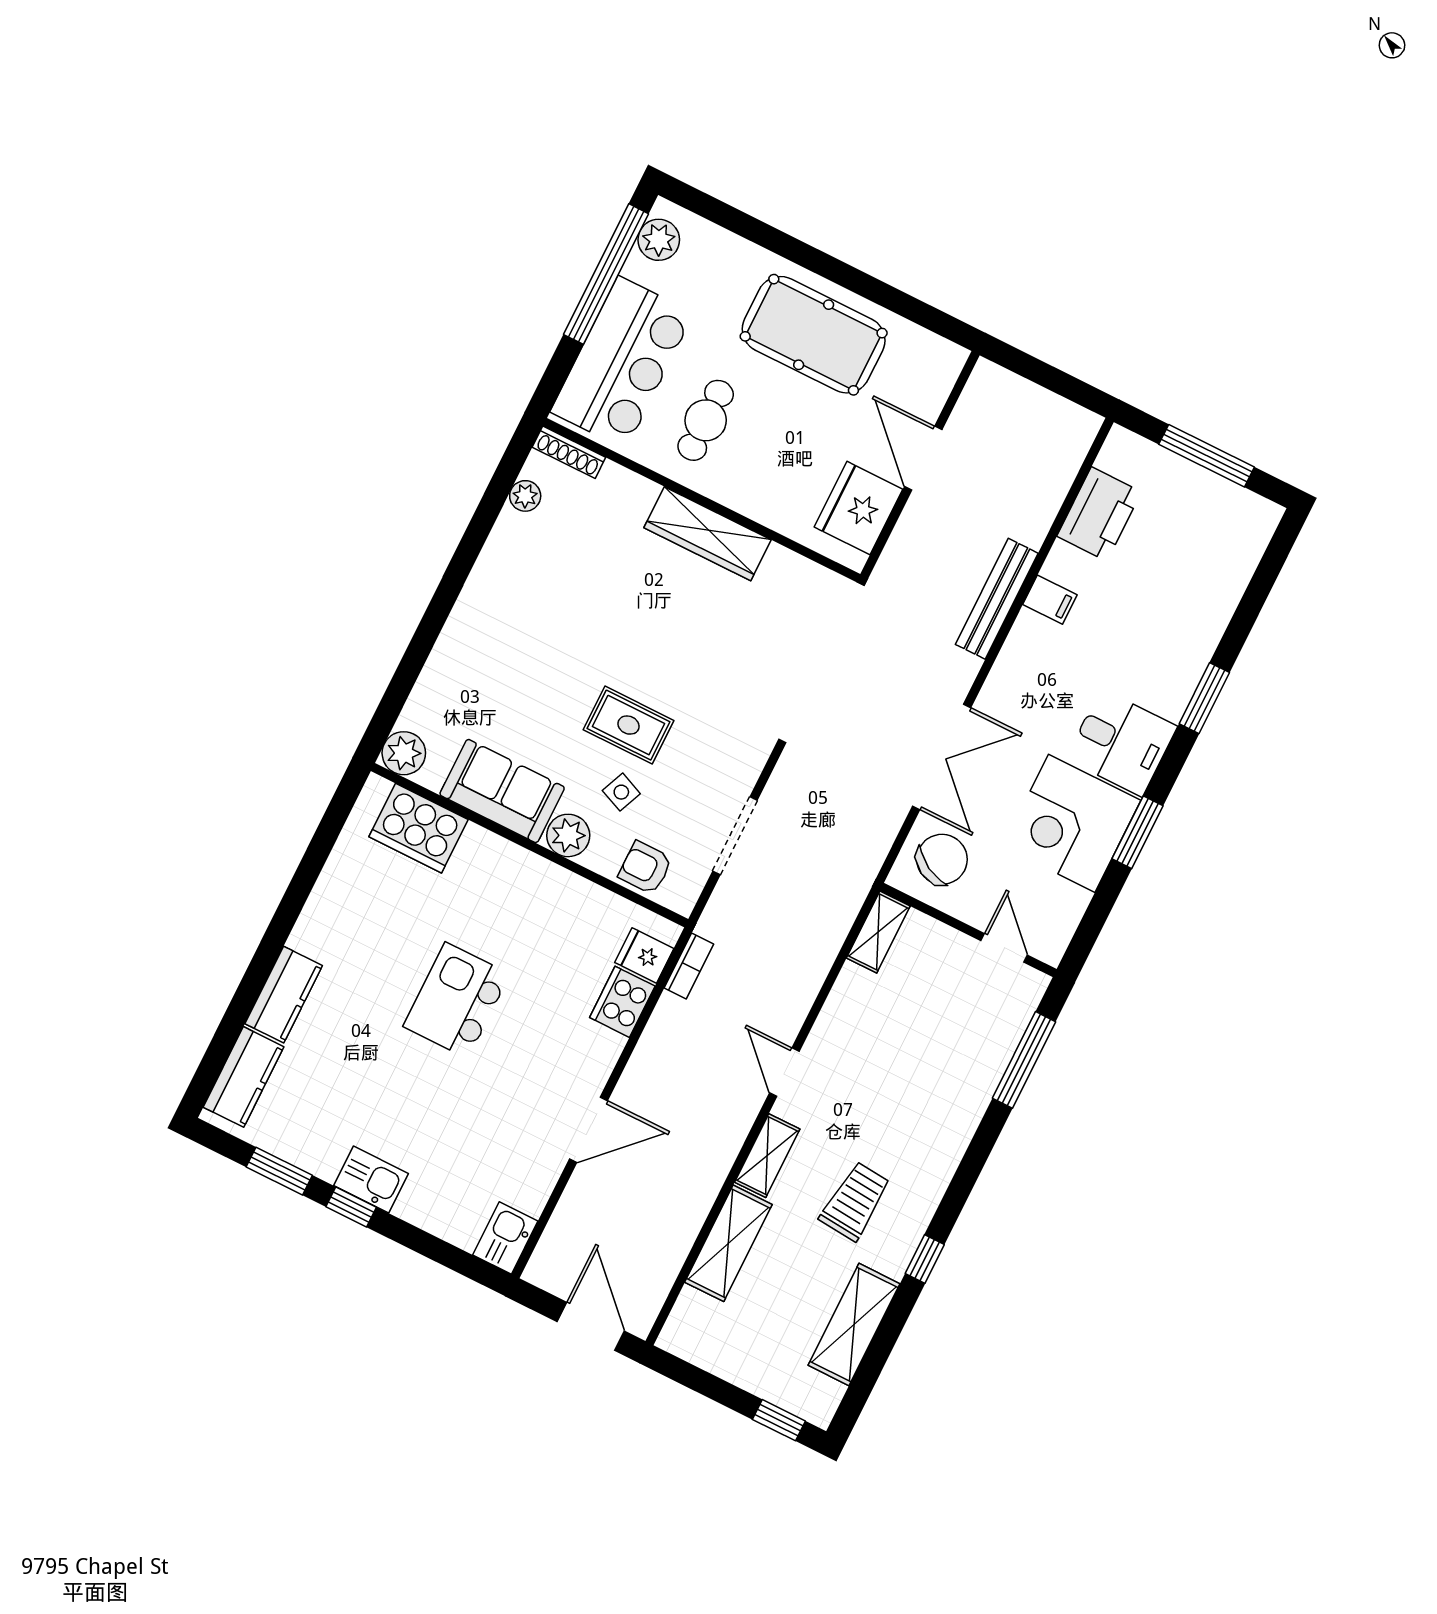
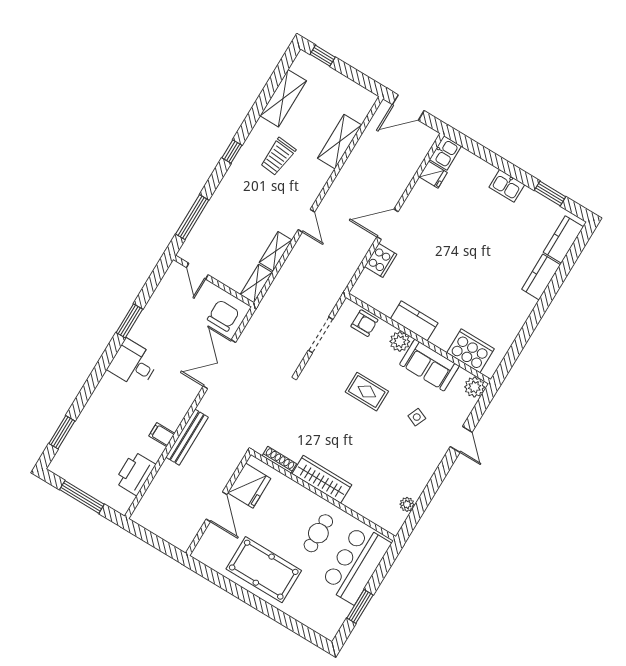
plant: (659, 240) -> (334, 621), removed
window: (606, 274) -> (360, 607), width x0.47
shoe rack: (569, 452) -> (279, 460), moved
door: (423, 641) -> (461, 439), added
window: (1204, 698) -> (62, 432), moved
side table: (621, 792) -> (417, 417), moved
corner desk: (1072, 823) -> (160, 328), removed
chair: (942, 859) -> (223, 316), turned 151
kitchen counter: (542, 881) -> (414, 321), added
fridge: (644, 955) -> (433, 175), moved
bookcase: (689, 966) -> (348, 275), removed
kitchen island: (457, 1000) -> (459, 268), removed
door: (588, 1130) -> (388, 224), moved
shelving: (767, 1156) -> (276, 251), moved
window: (351, 1207) -> (517, 174), removed
window: (925, 1259) -> (232, 152), moved
door: (591, 1326) -> (408, 108), hinge flipped

